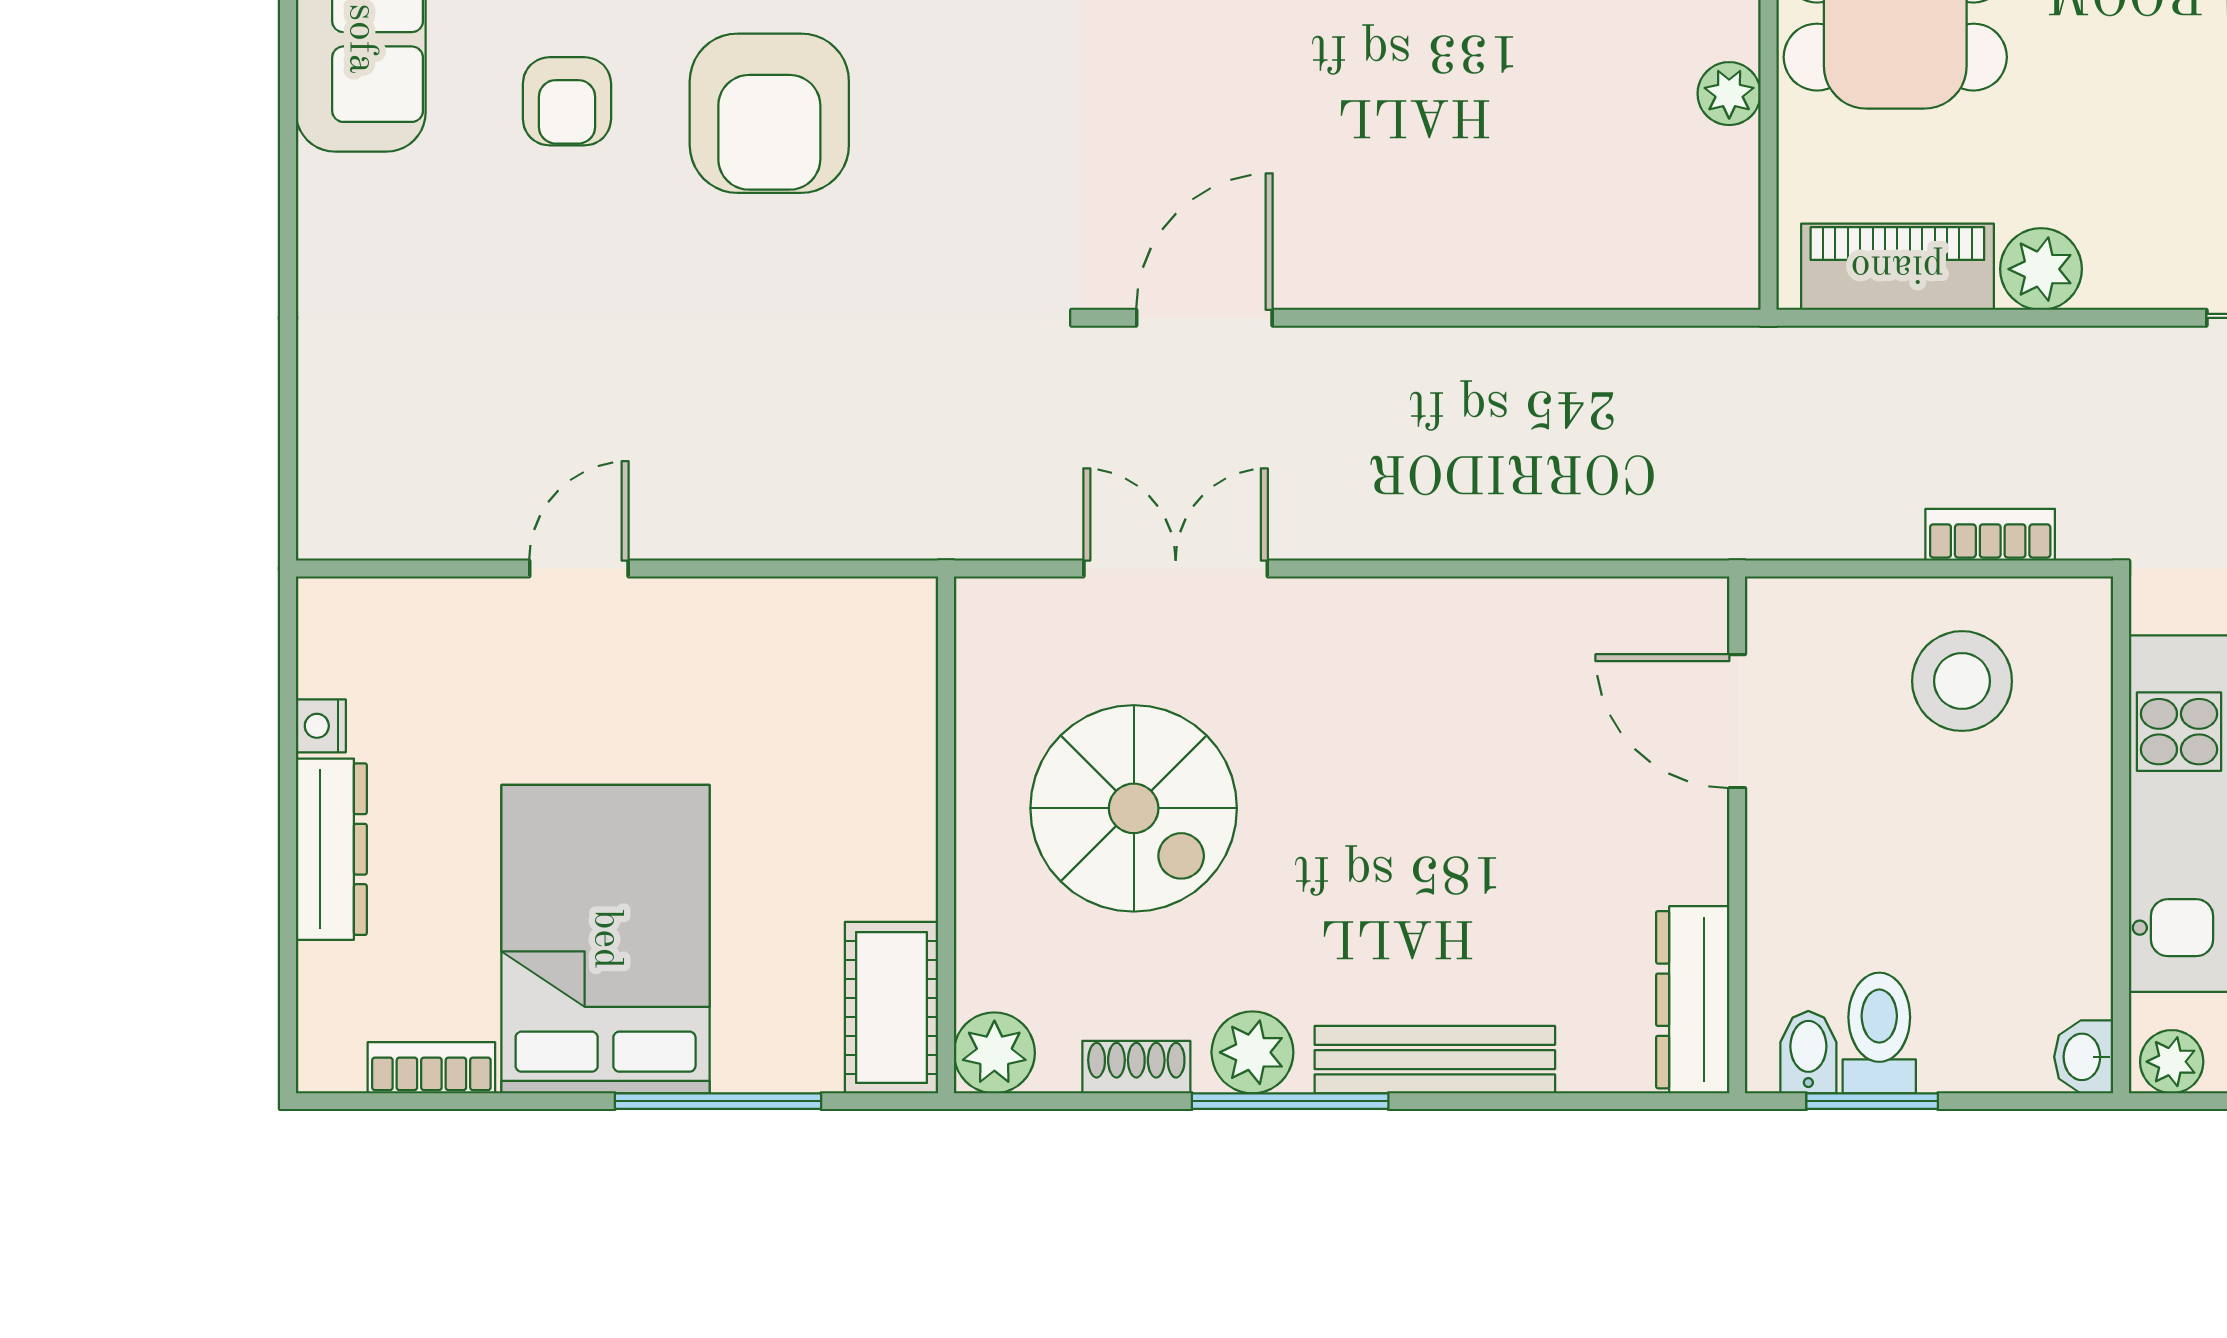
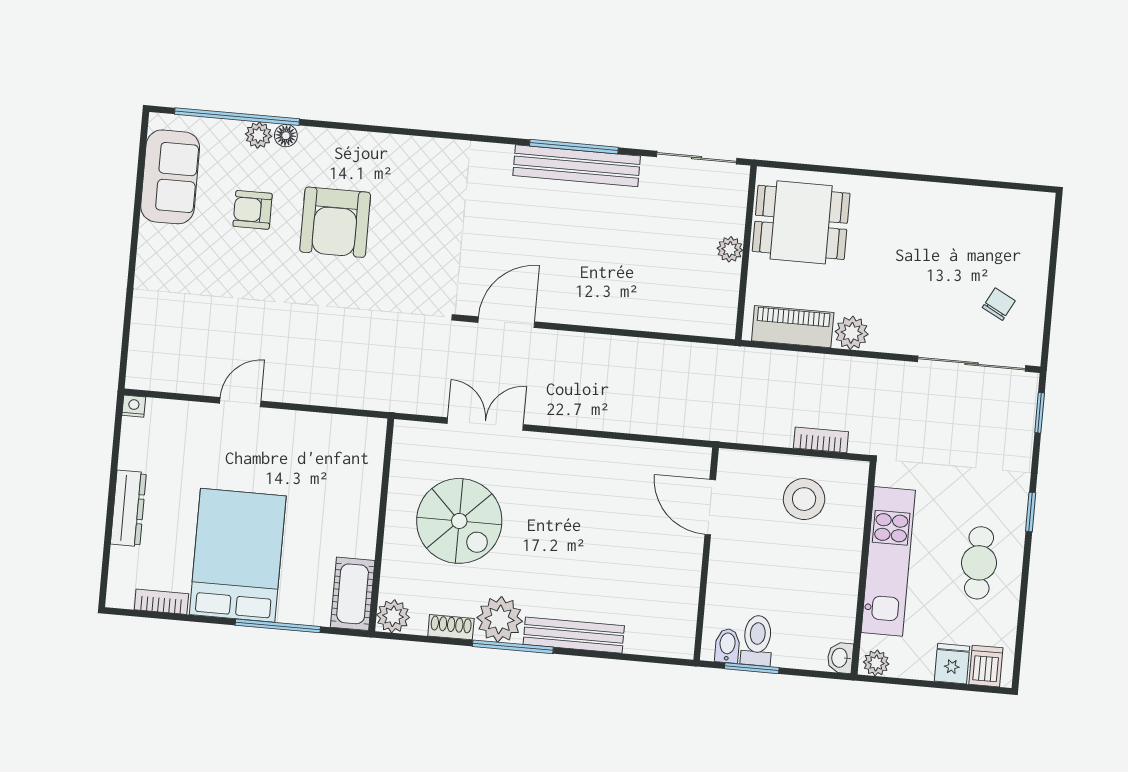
armchair: (567, 101) -> (253, 210), turned 90
nightstand: (321, 726) -> (134, 406), moved, turned 90
dresser: (1693, 1000) -> (682, 620), removed
plant: (1252, 1052) -> (500, 619), width x1.36, depth x1.36

